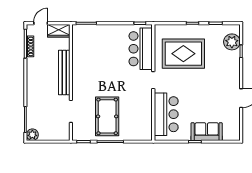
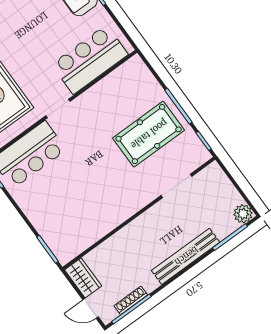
bench: (64, 72) -> (186, 256), moved

